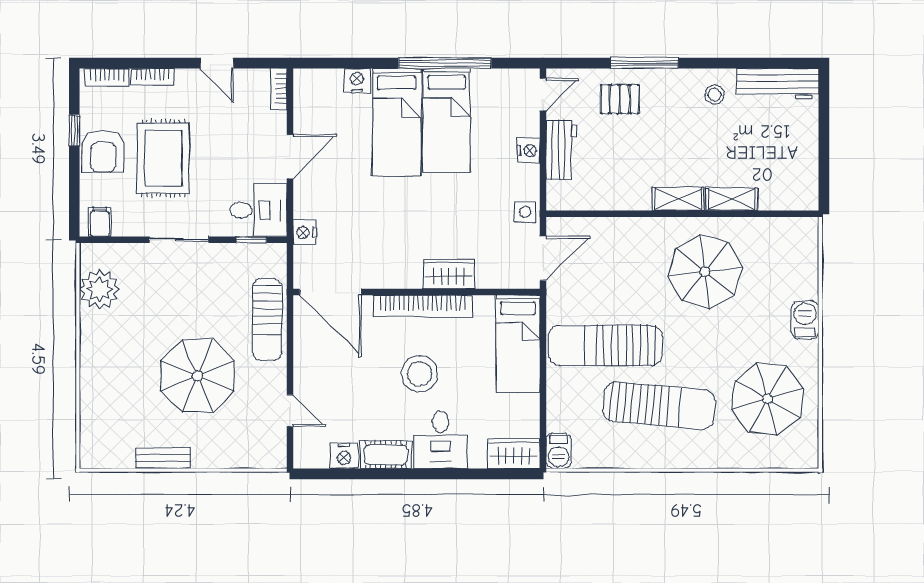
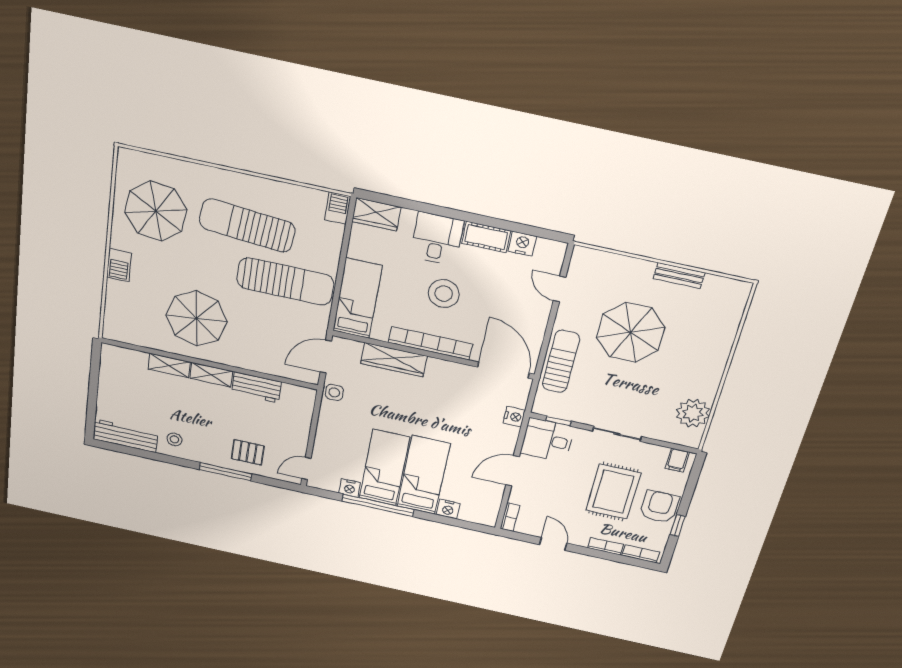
nightstand: (528, 150) -> (350, 488), moved, turned -90
workbench: (561, 150) -> (256, 387), moved, turned -90
wardrobe: (449, 274) -> (394, 360), width x1.50

